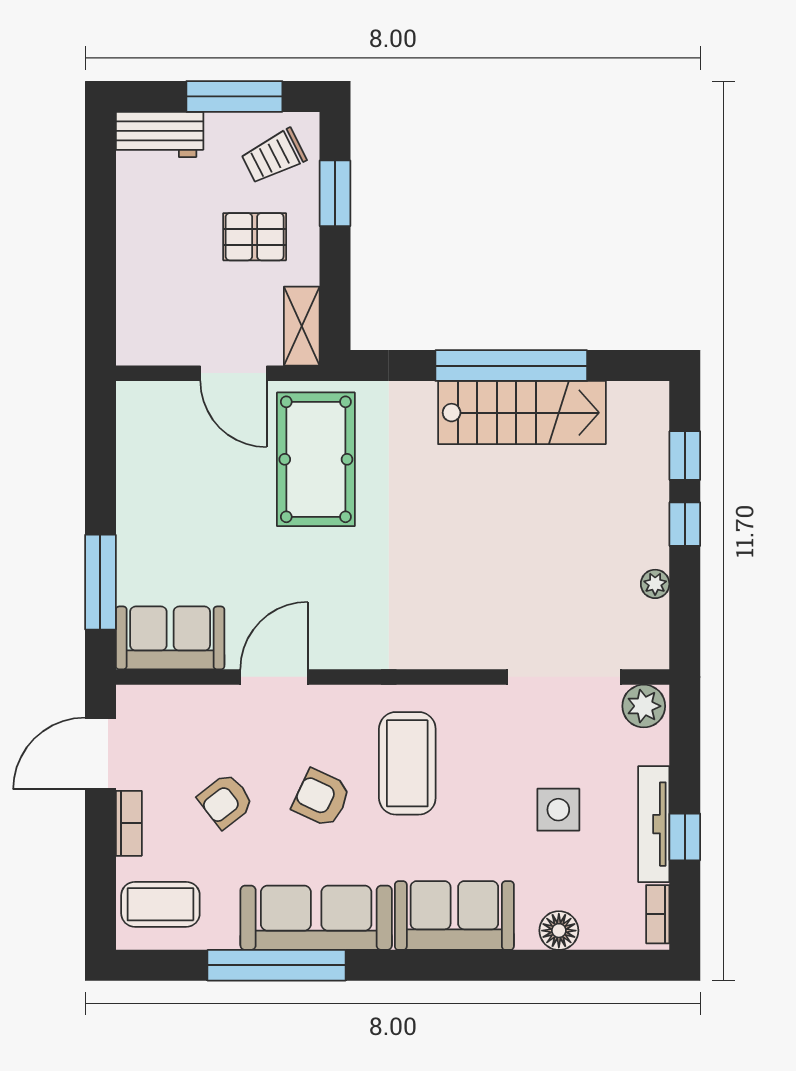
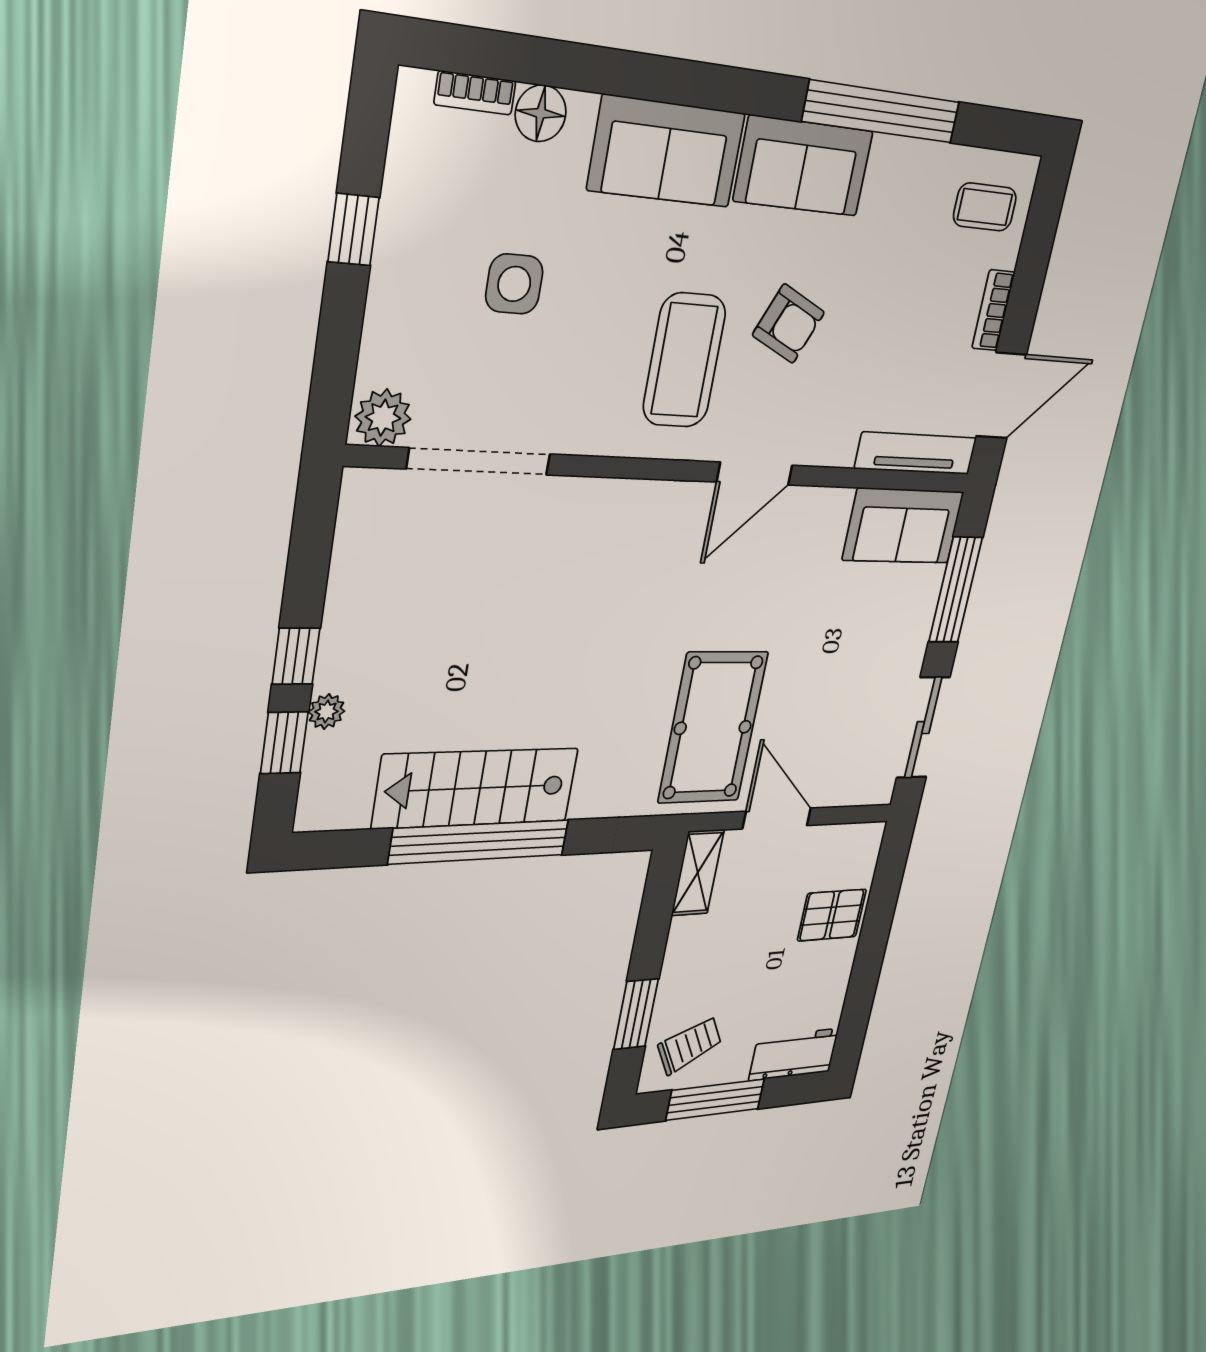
pallet: (255, 237) -> (832, 915), moved
sliding door: (100, 454) -> (923, 728), added
plant: (655, 584) -> (327, 712), moved
door: (274, 677) -> (755, 474), moved
armchair: (226, 801) -> (890, 329), removed
tv unit: (654, 824) -> (916, 453), moved, turned -90
coffee table: (160, 904) -> (985, 207), width x0.73, depth x0.77
bookcase: (658, 914) -> (475, 93), moved, turned 90
sofa: (316, 918) -> (803, 166), width x0.73

